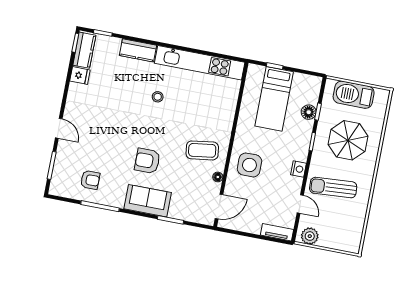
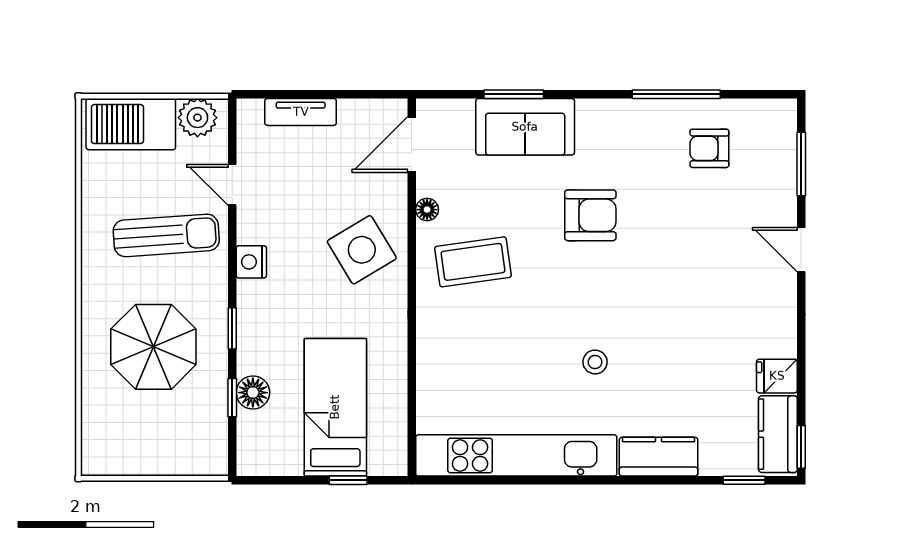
barbecue: (354, 95) -> (131, 124), moved, turned 180
side table: (249, 165) -> (362, 250), turned -31
sofa: (148, 201) -> (525, 127), moved
tv unit: (277, 232) -> (301, 112), moved

